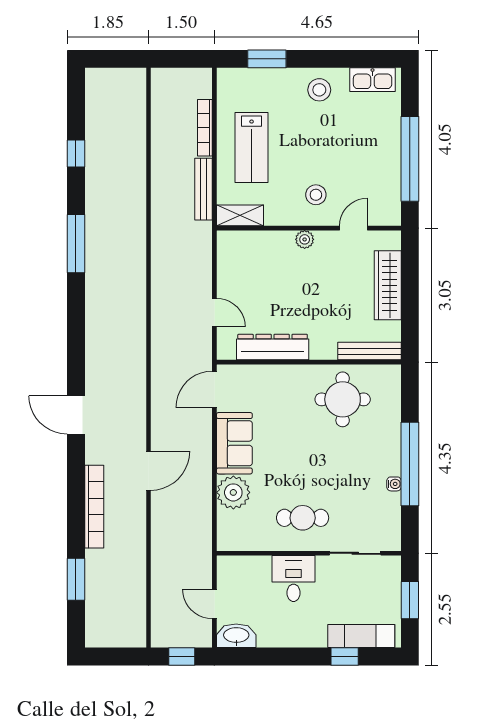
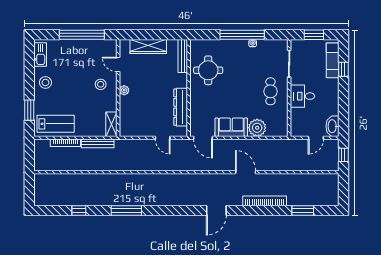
lab bench: (252, 148) -> (56, 124), moved
door: (214, 313) -> (163, 138), swing flipped

